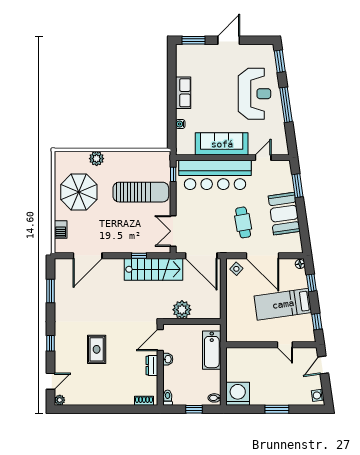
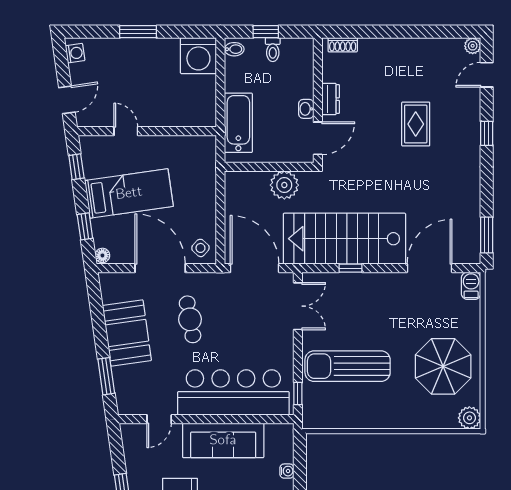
plant: (97, 159) -> (469, 418), moved
barbecue: (61, 229) -> (471, 286), moved
stairs: (153, 269) -> (344, 239), width x1.36, depth x1.51
window: (51, 291) -> (487, 235), moved
toilet: (168, 398) -> (273, 50), moved

